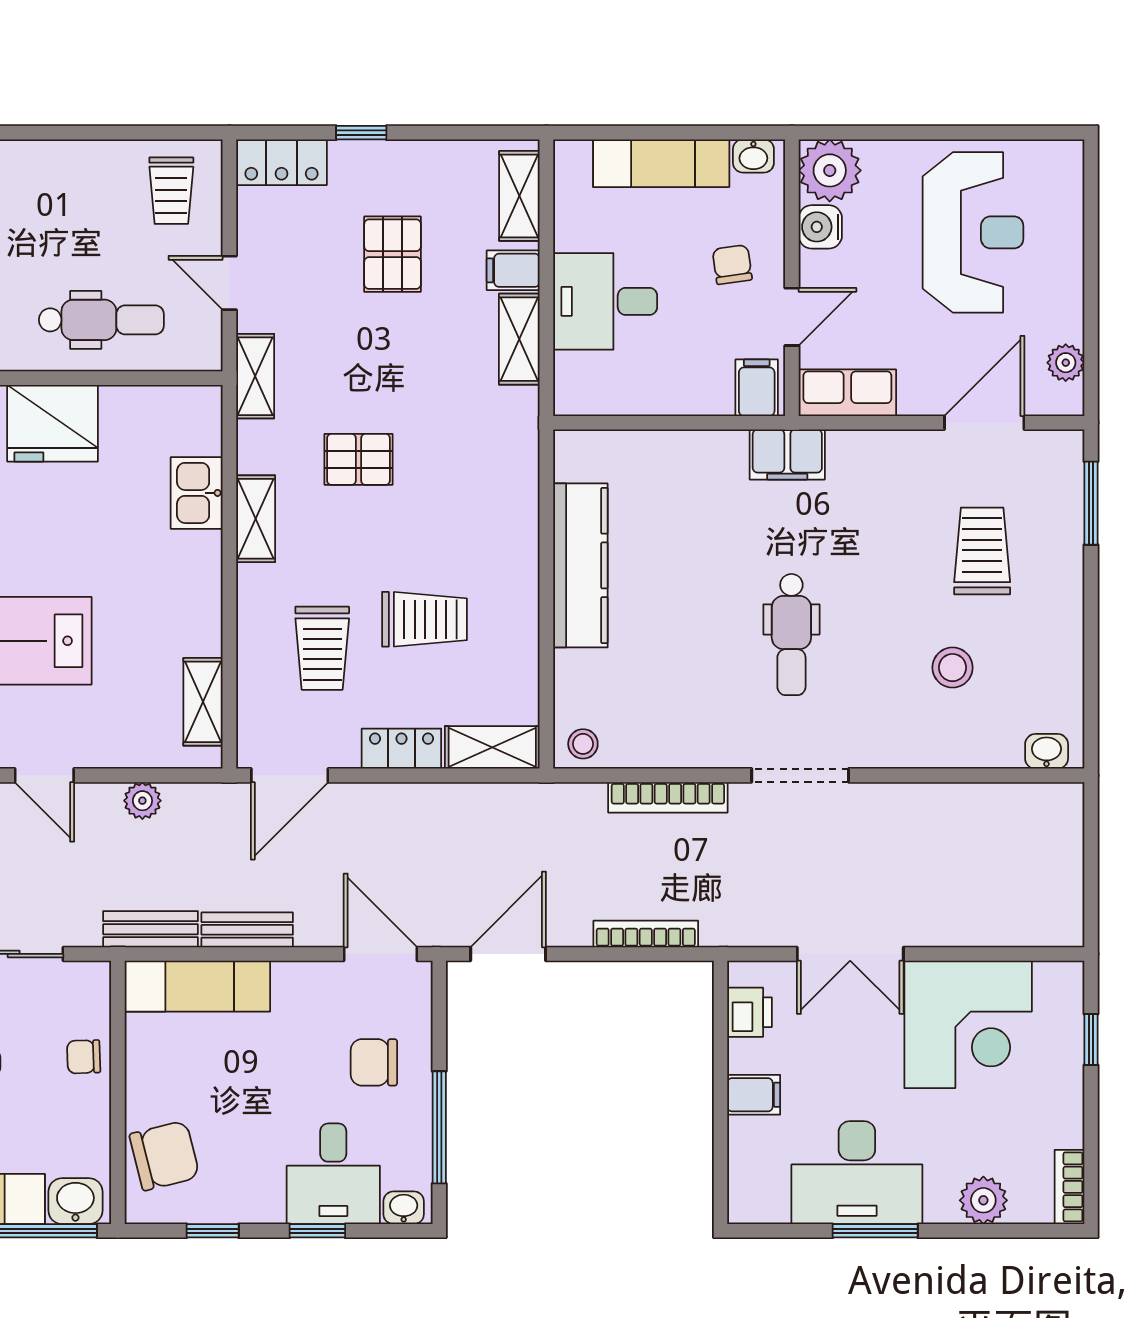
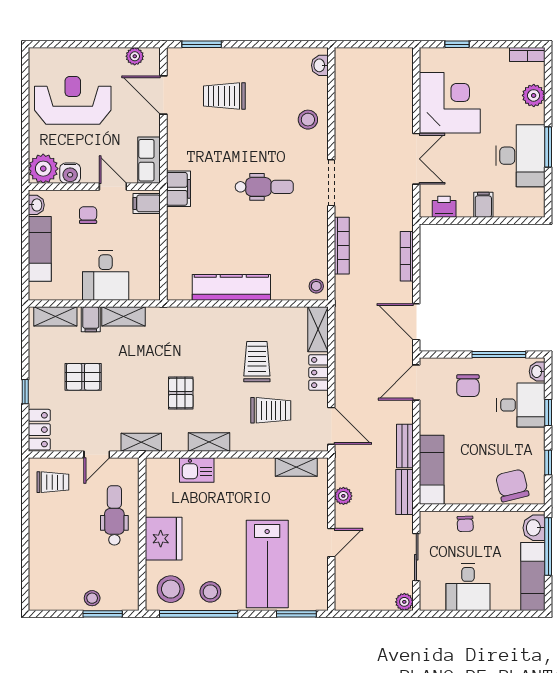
chair: (732, 265) -> (88, 215), turned 98
stool: (953, 668) -> (308, 120), moved

